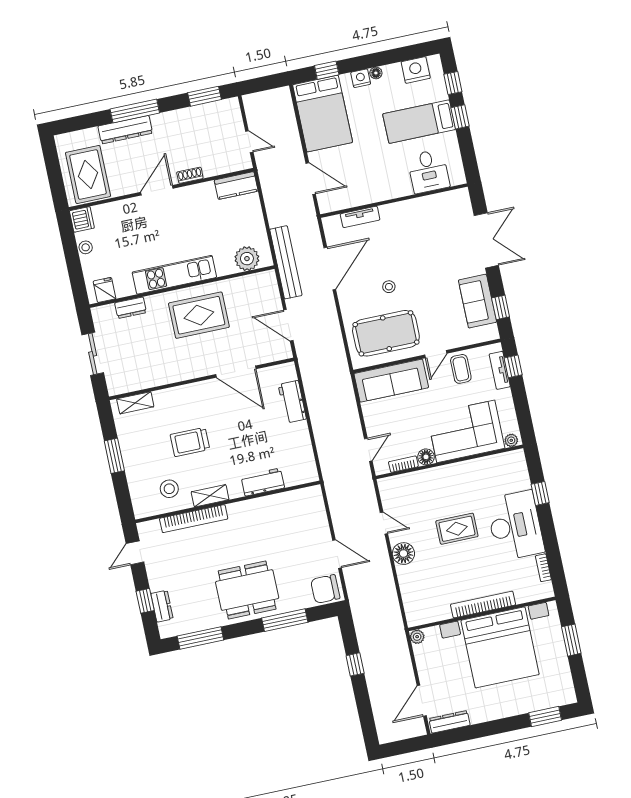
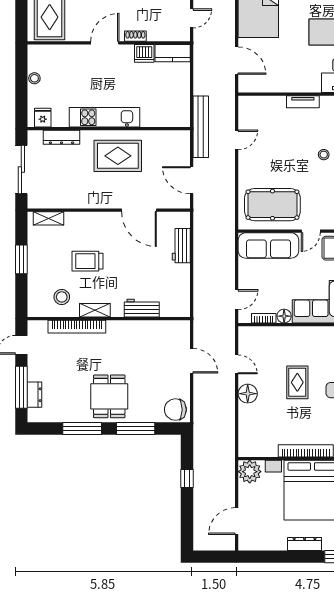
door: (249, 142) -> (192, 18), hinge flipped
tv unit: (360, 217) -> (303, 102), moved
dishwasher: (82, 219) -> (144, 53), moved, turned 90
plant: (247, 259) -> (169, 117), removed
door: (330, 268) -> (237, 140), width x0.53
stool: (389, 287) -> (324, 155), moved
dresser: (131, 308) -> (62, 137), width x1.44
sliding door: (93, 354) -> (21, 169), width x1.37
rug: (457, 529) -> (297, 382), turned 90
door: (337, 554) -> (192, 361), moved
dining table: (247, 590) -> (109, 396), width x0.73
window: (145, 601) -> (21, 387), width x2.17
plant: (417, 637) -> (250, 472), width x1.87, depth x1.87
window: (200, 638) -> (82, 429), moved
dresser: (450, 722) -> (305, 544), moved

